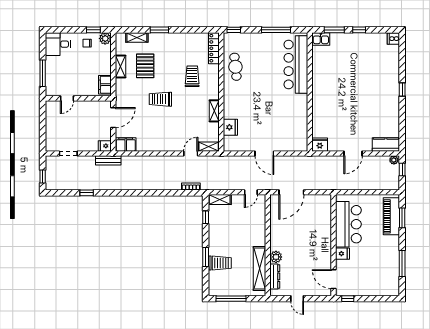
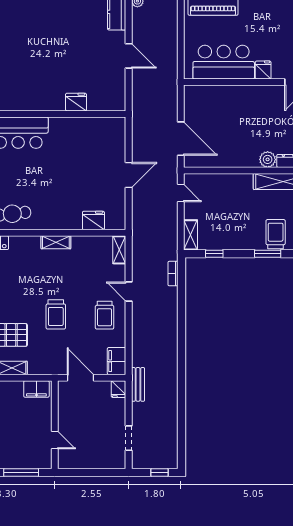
trolley: (192, 76) -> (105, 315), moved, turned -90
shelving: (214, 111) -> (56, 242), moved
fridge: (320, 145) -> (76, 102), moved, turned 90
door: (191, 153) -> (129, 292), moved
window: (87, 193) -> (182, 413), removed

